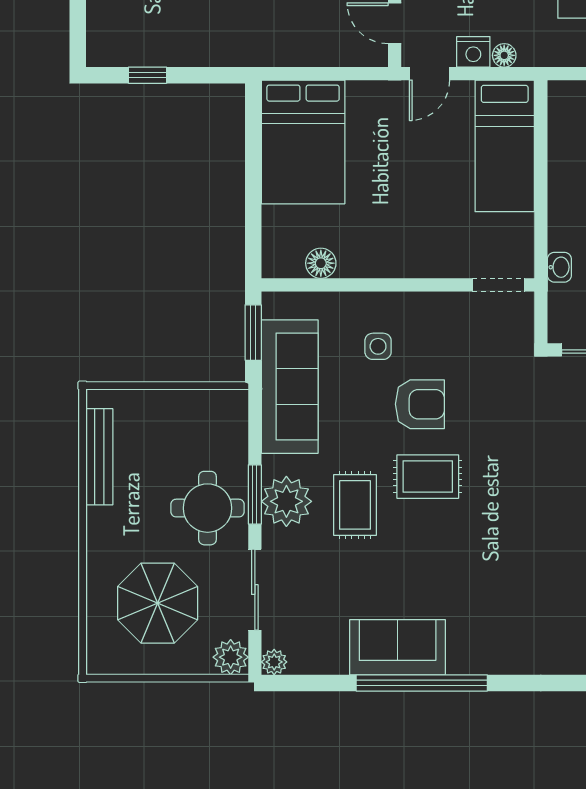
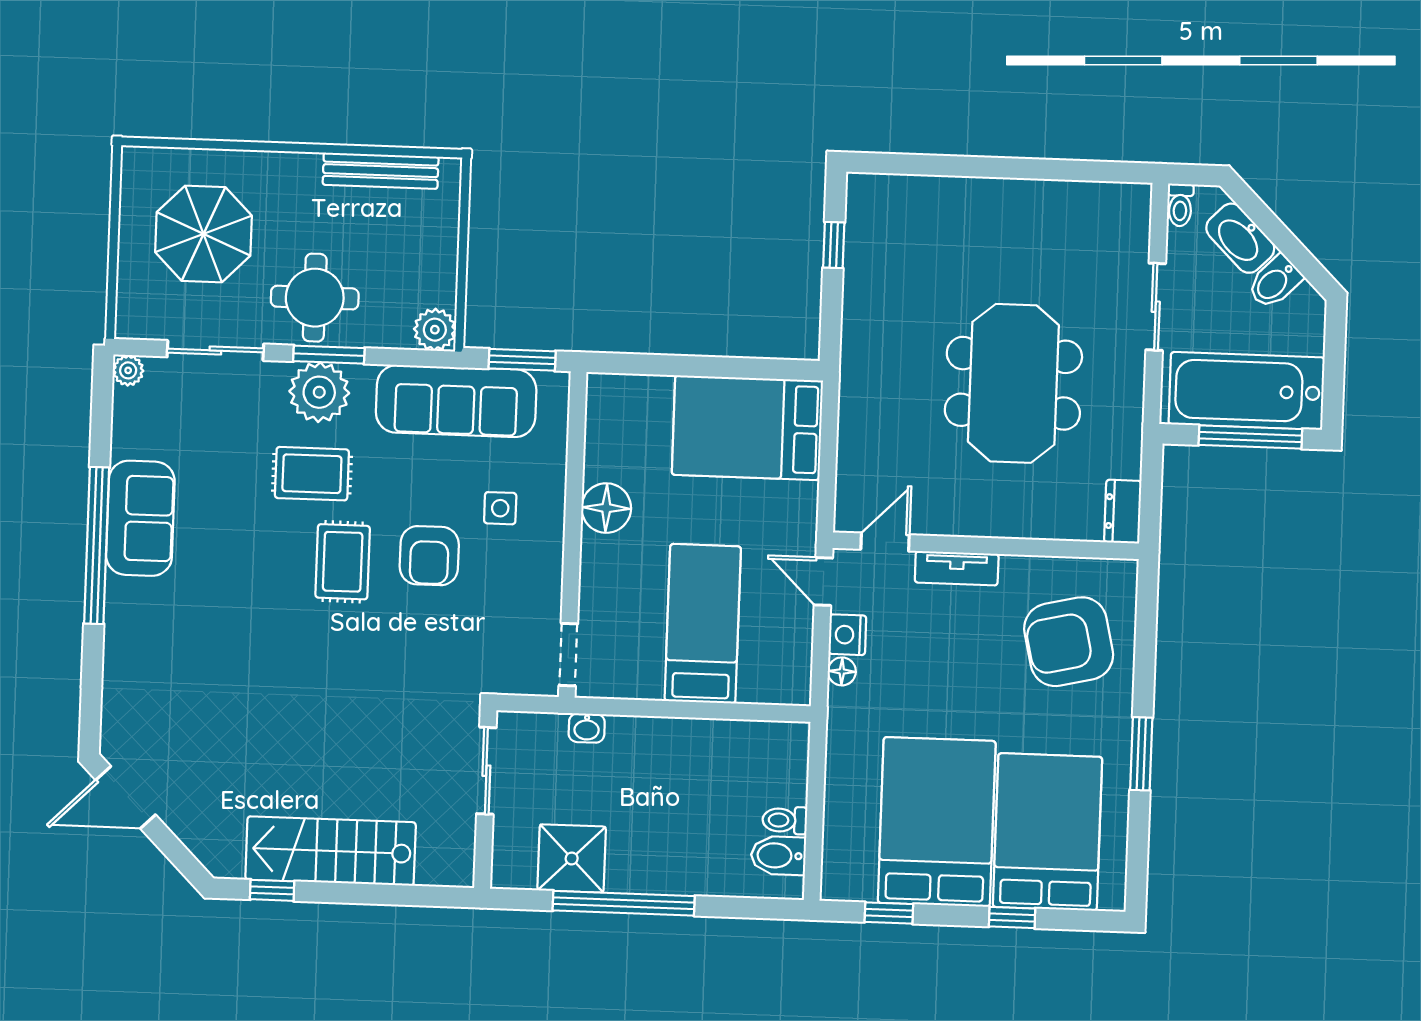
bed: (505, 146) -> (703, 624), moved, turned 90
floor lamp: (321, 263) -> (606, 508), moved, width x1.38, depth x1.38
plant: (231, 657) -> (435, 330), moved

